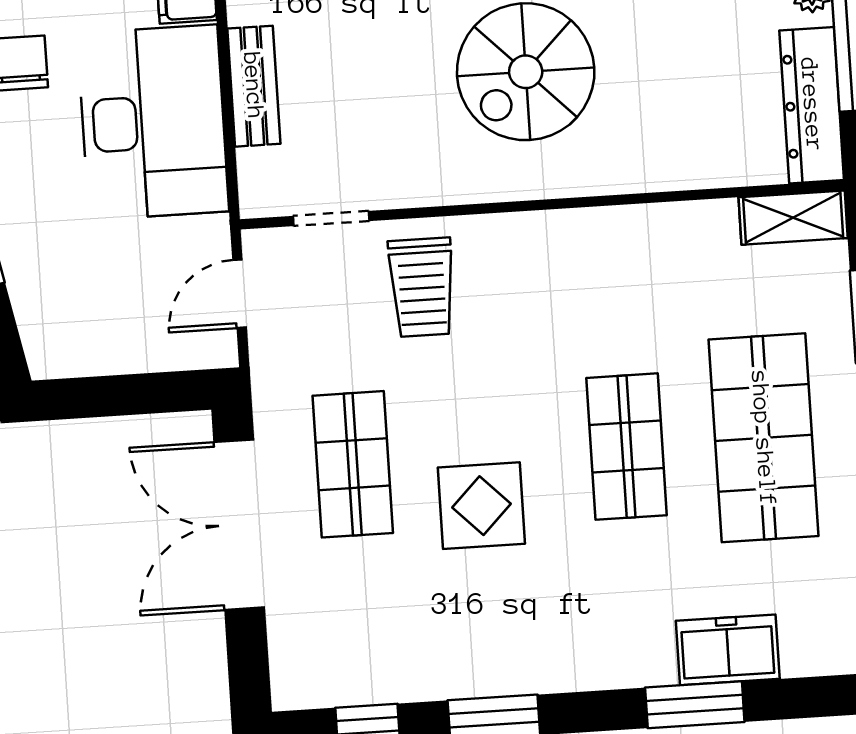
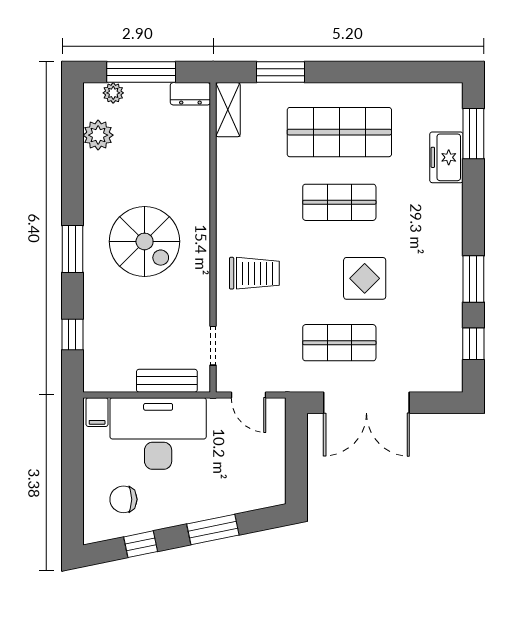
bench: (254, 86) -> (167, 381), moved
dresser: (812, 105) -> (190, 94), width x0.51, depth x0.80
trolley: (422, 287) -> (254, 273), moved
window: (695, 705) -> (473, 134), moved

